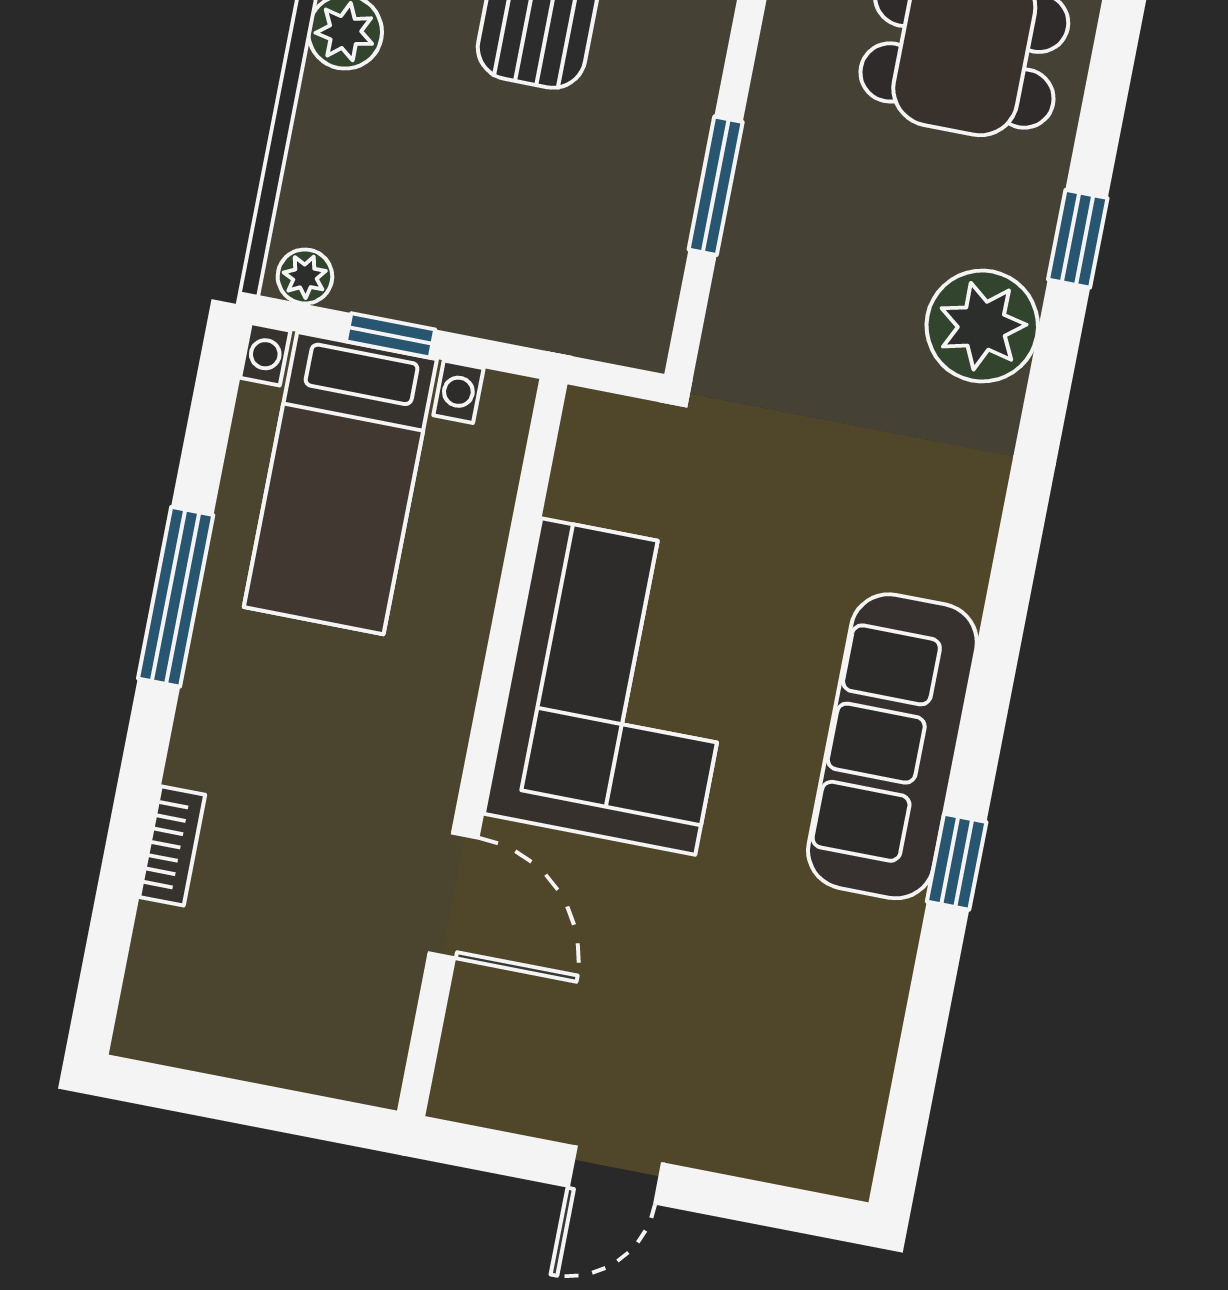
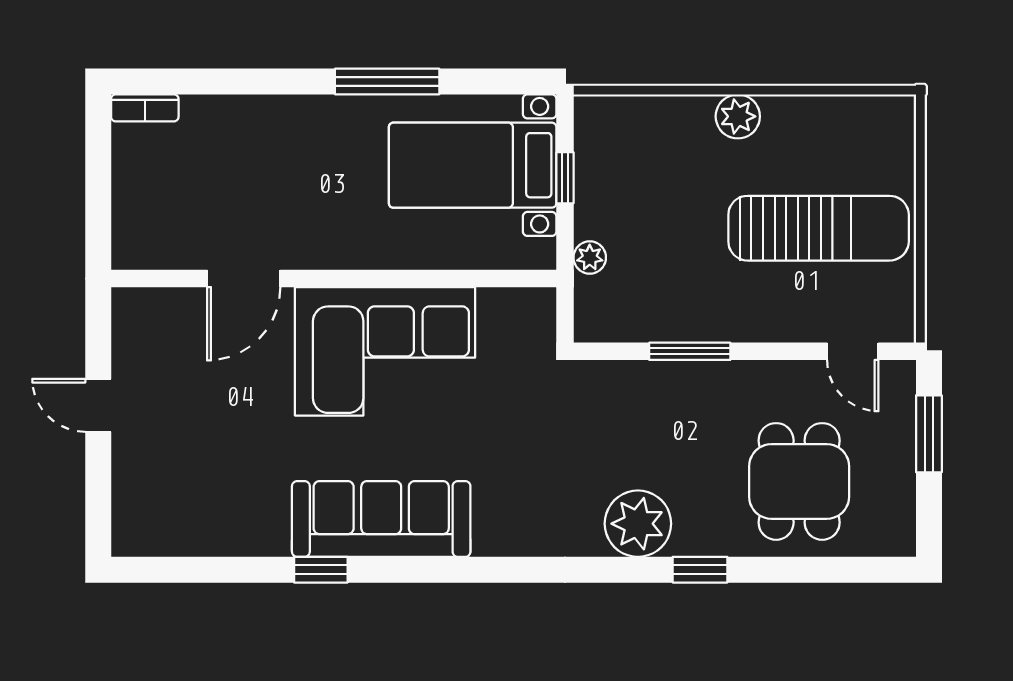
plant: (305, 276) -> (590, 257), moved
bookcase: (172, 846) -> (145, 108), moved

